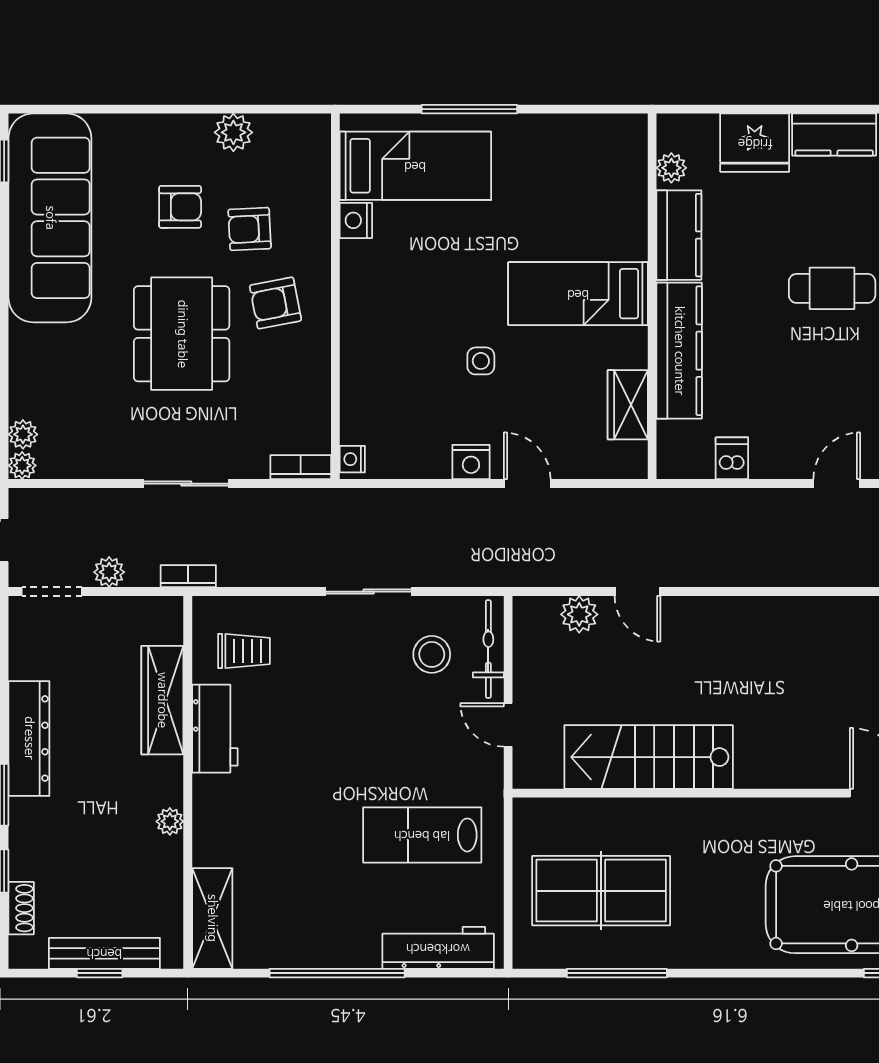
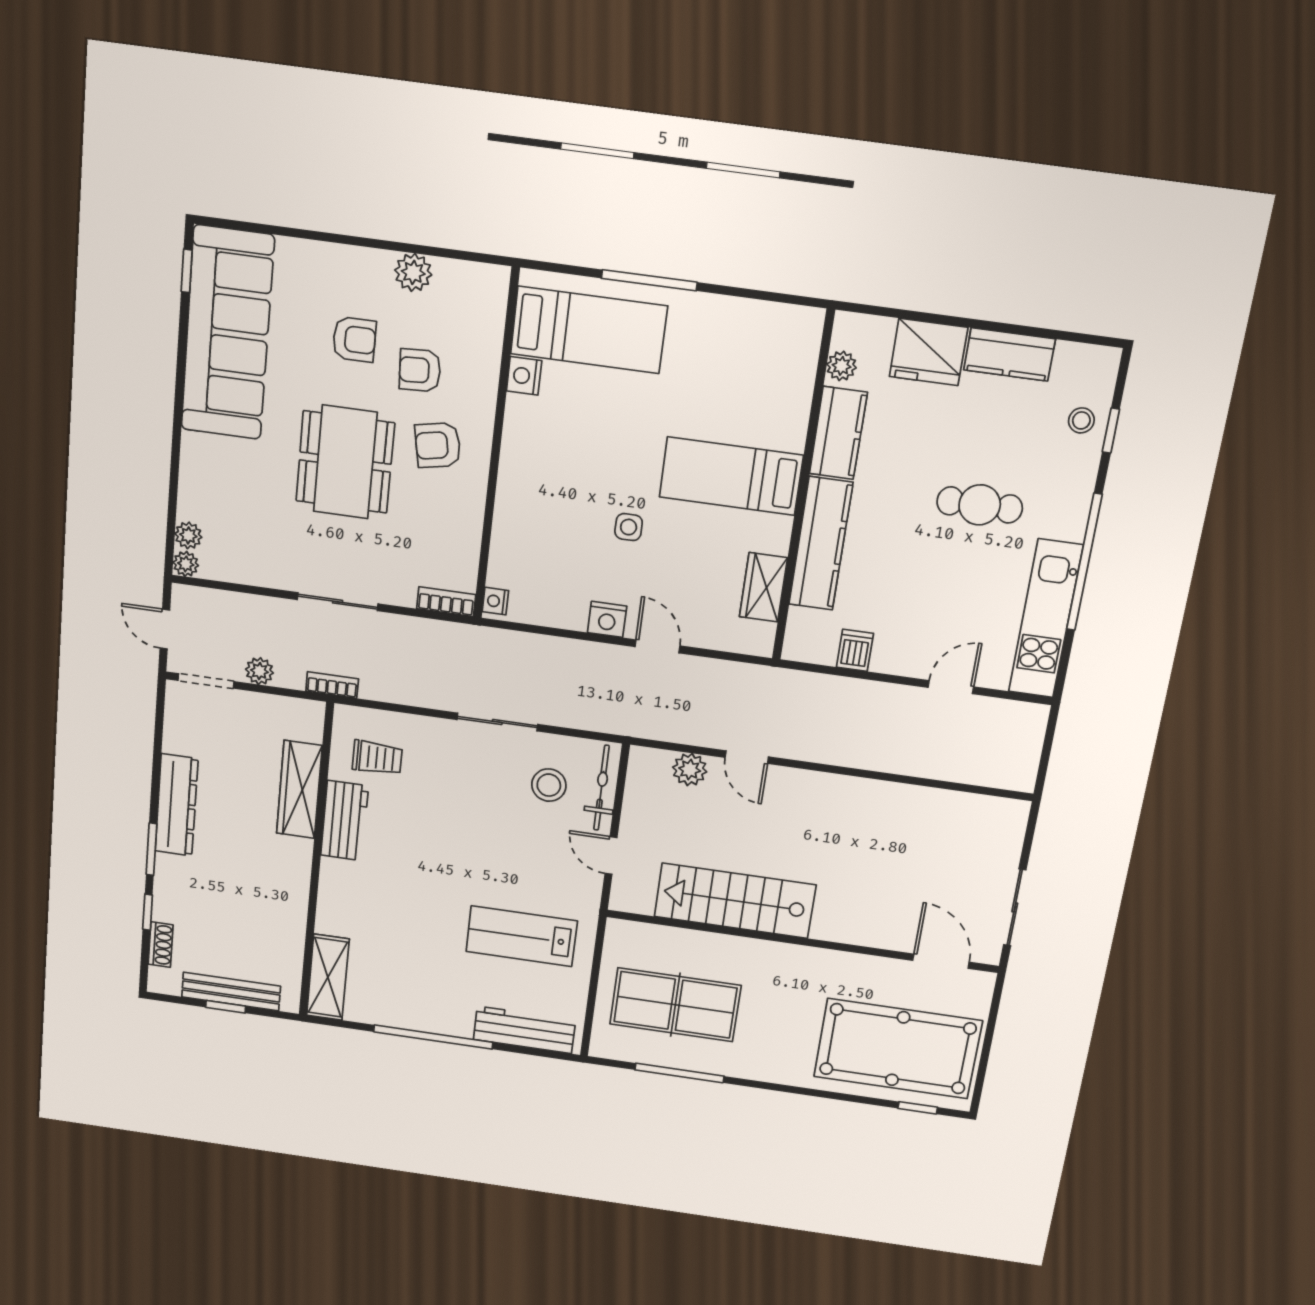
plant: (170, 821) -> (297, 893), removed

